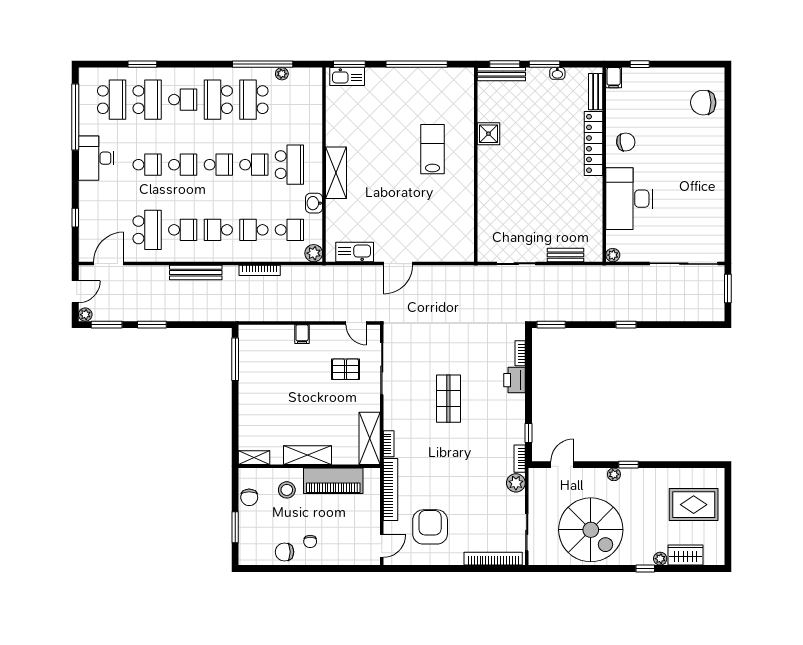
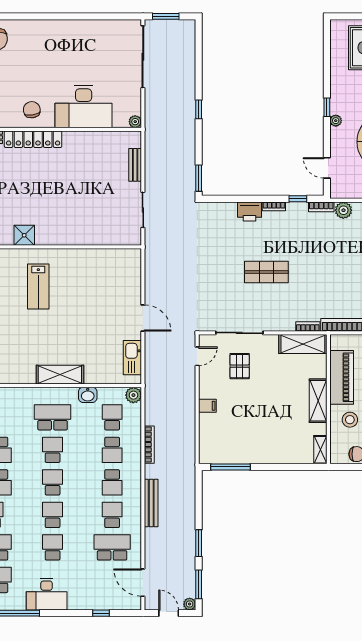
lab bench: (433, 149) -> (38, 286), turned -90
bookcase: (520, 353) -> (274, 206), moved

